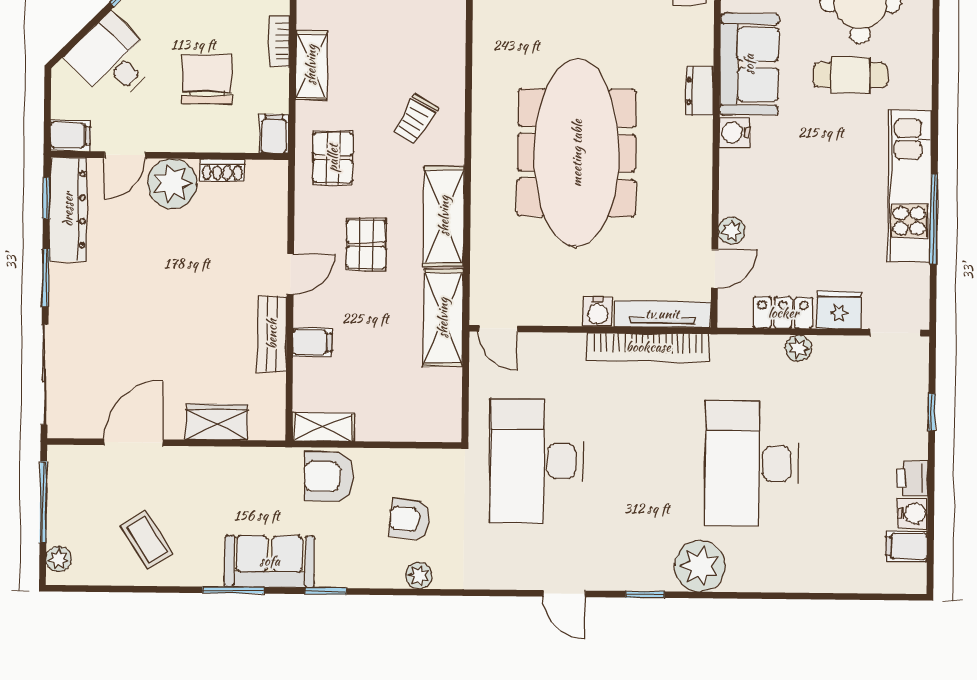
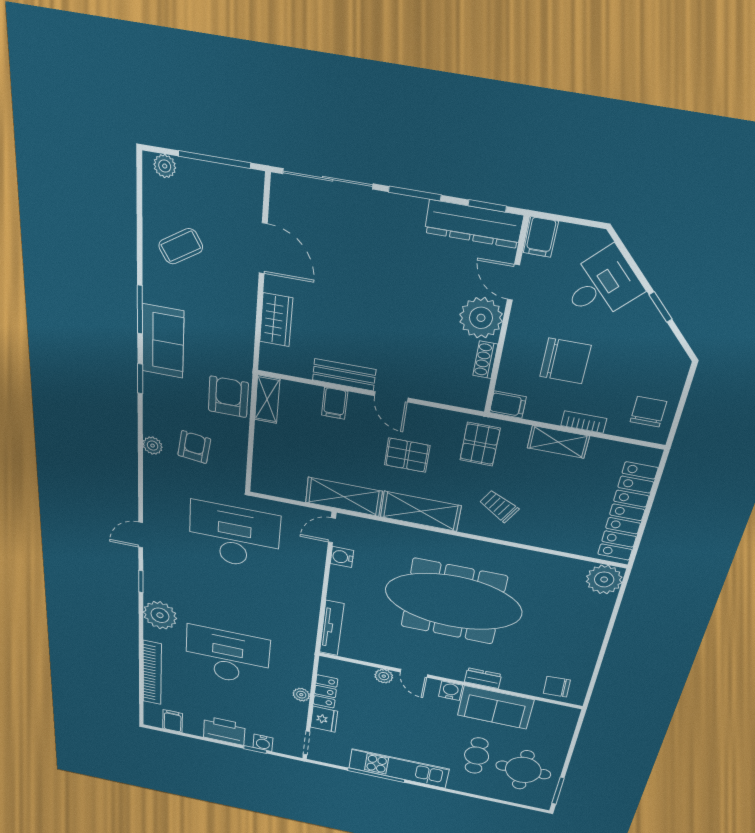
pallet: (333, 158) -> (480, 444), turned 90
door: (715, 269) -> (414, 673), moved
water cooler: (598, 312) -> (342, 557), moved
bookcase: (648, 347) -> (152, 673), moved, turned 180
printer: (912, 478) -> (224, 731), width x1.87, depth x1.48
water cooler: (913, 513) -> (263, 743), moved

